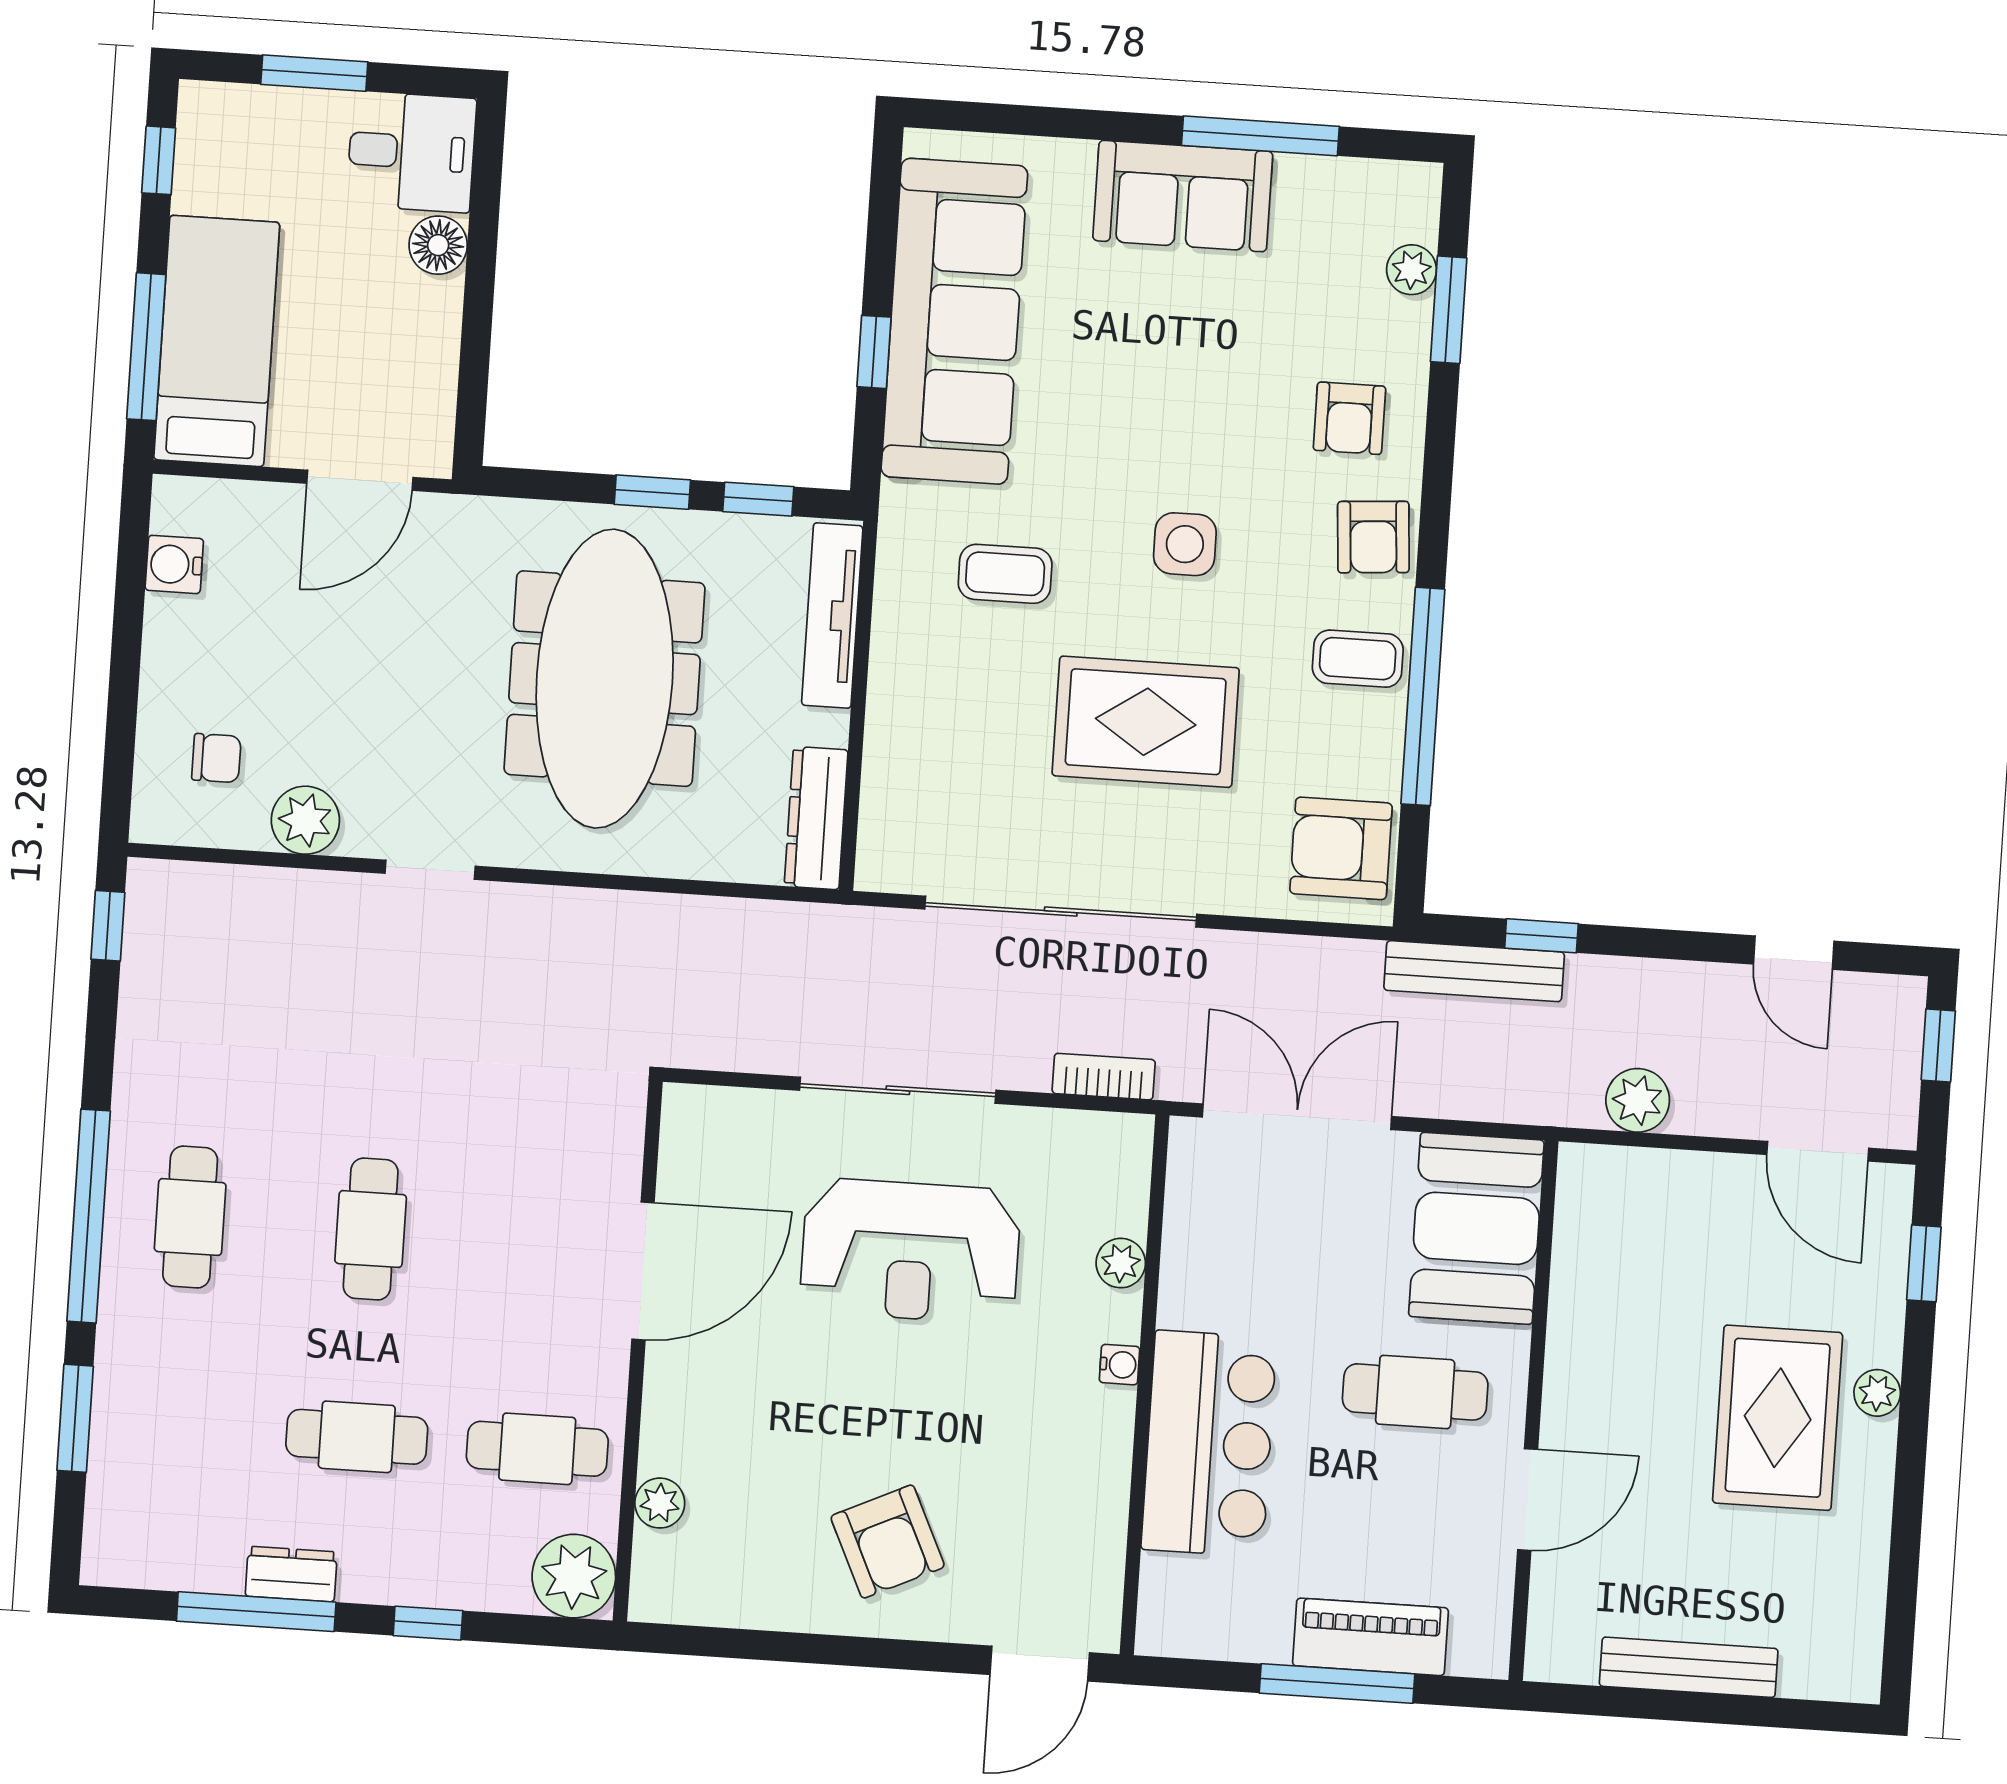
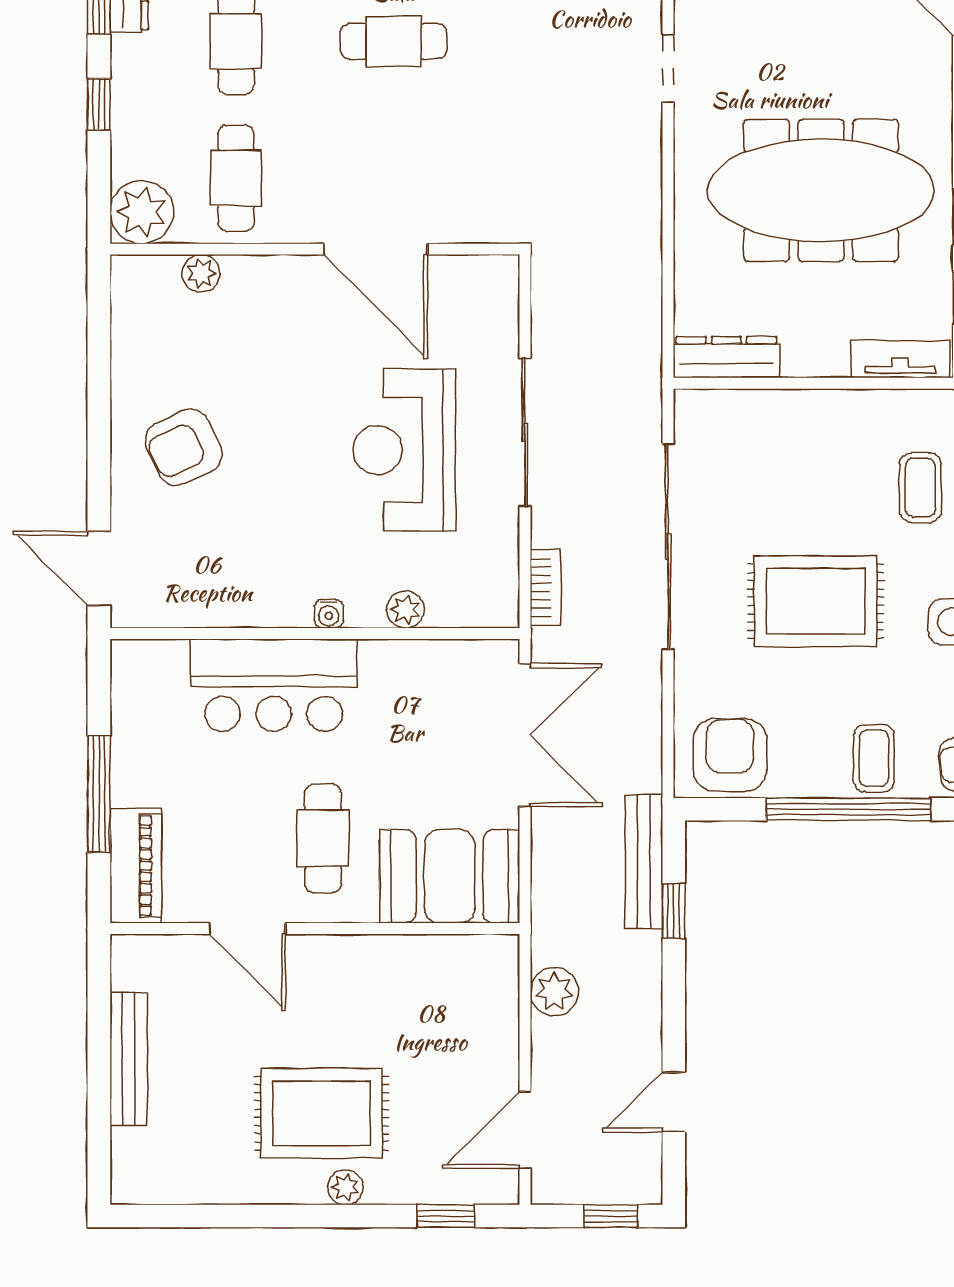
tv unit: (832, 615) -> (900, 359), width x0.71
rug: (1146, 722) -> (816, 601), turned 90
piano: (1370, 1637) -> (136, 866), moved

